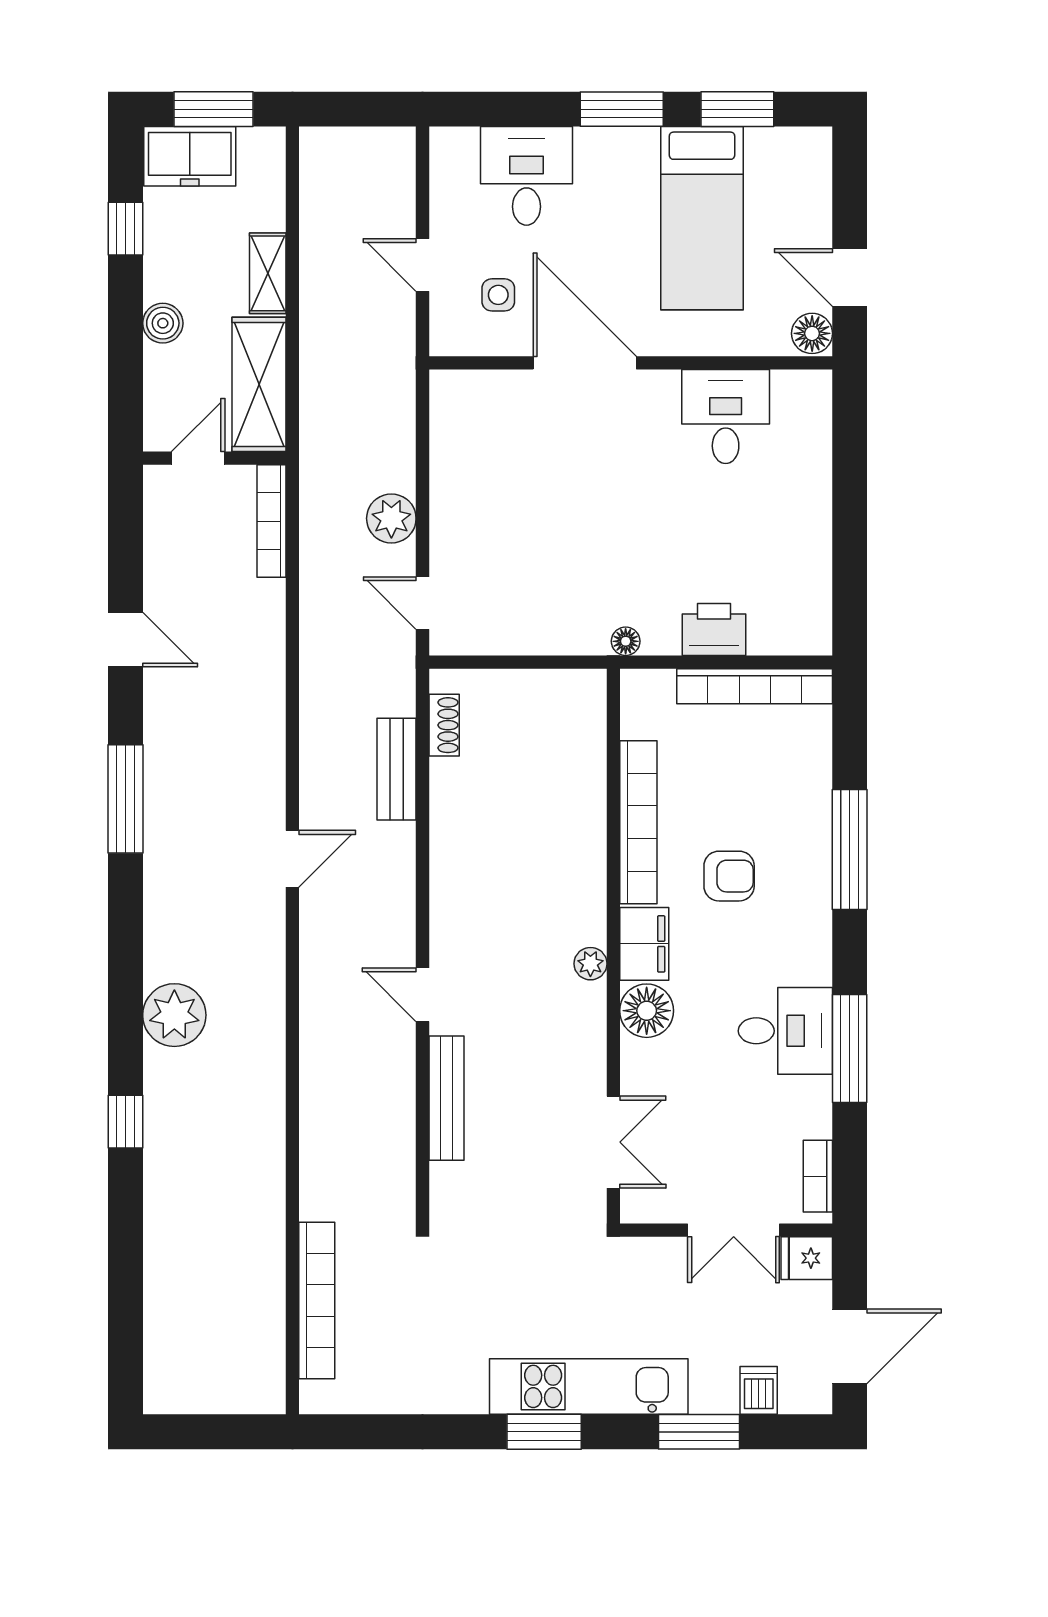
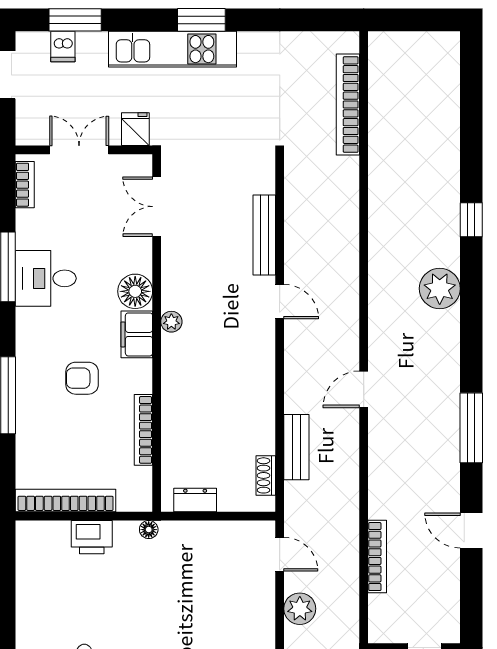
bookcase: (271, 521) -> (377, 557), moved
dresser: (554, 687) -> (195, 500), added
bookcase: (638, 822) -> (143, 430), width x0.68, depth x0.76
fridge: (807, 1258) -> (135, 129), moved, turned -90
window: (699, 1432) -> (75, 20), moved

